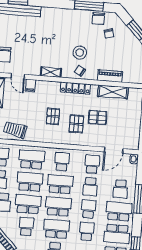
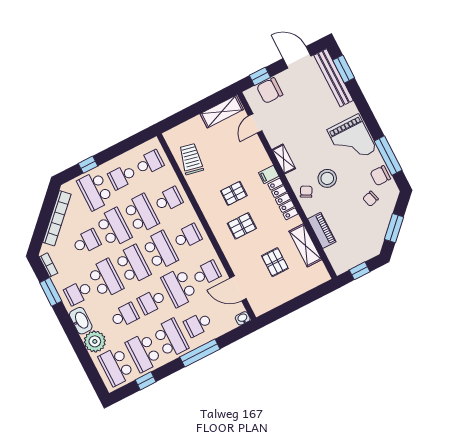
grand piano: (65, 22) -> (352, 140), added
filing cabinet: (30, 85) -> (269, 174), moved
pallet: (98, 117) -> (275, 262), moved
school desk: (32, 159) -> (168, 200), width x0.54
school desk: (90, 187) -> (179, 287), width x1.85
school desk: (89, 209) -> (152, 301), turned 180

